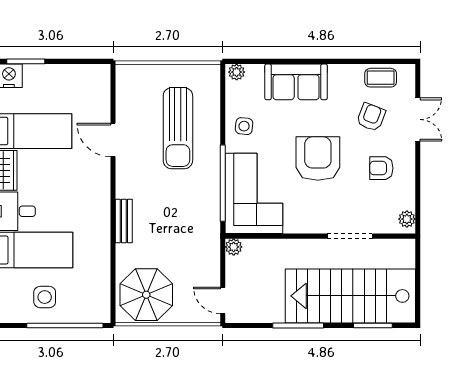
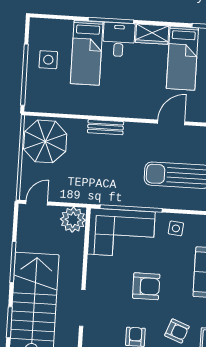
armchair: (318, 159) -> (146, 286), width x0.73, depth x0.73
plant: (234, 247) -> (73, 220), width x1.87, depth x1.87

